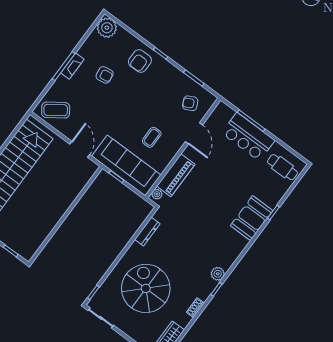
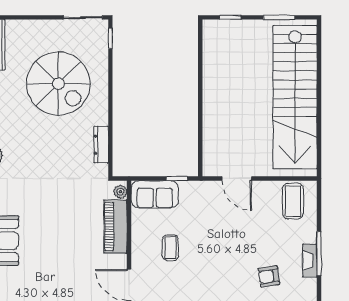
coffee table: (56, 110) -> (293, 201), turned -55
sofa: (126, 165) -> (155, 194), width x0.54, depth x0.79

